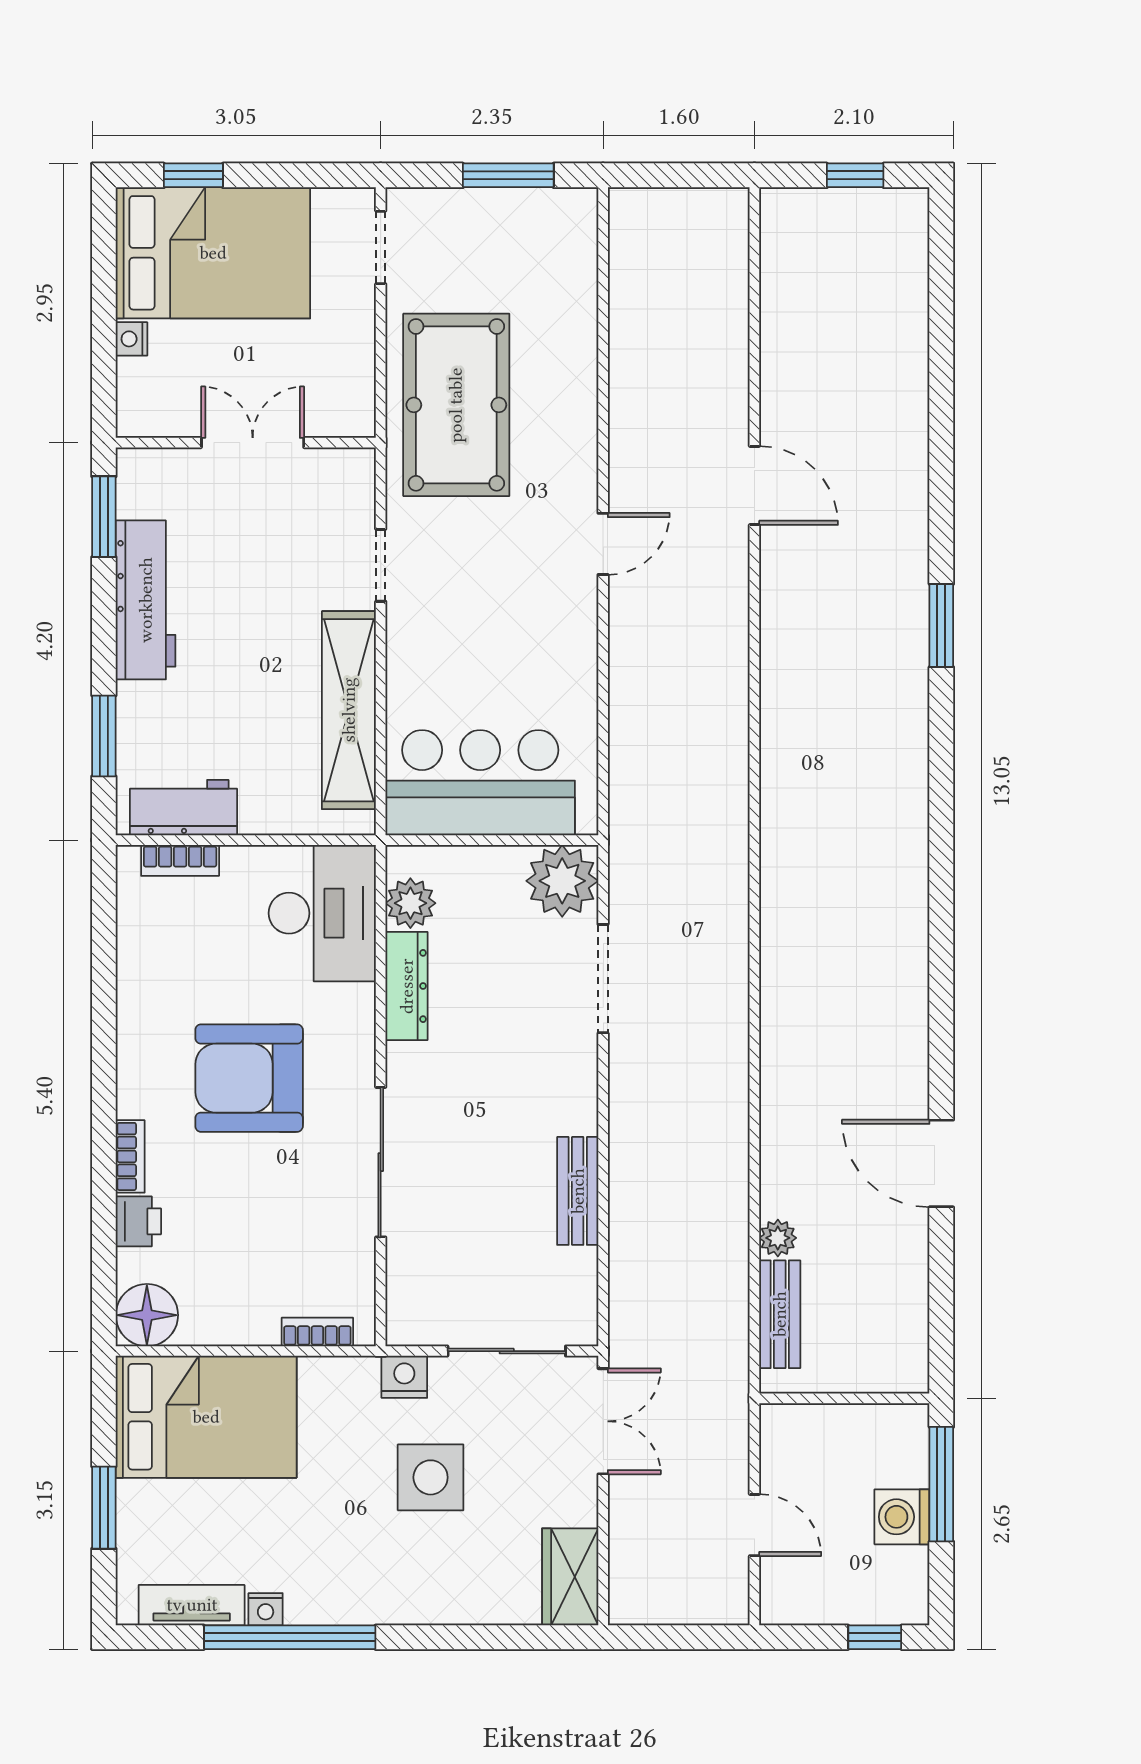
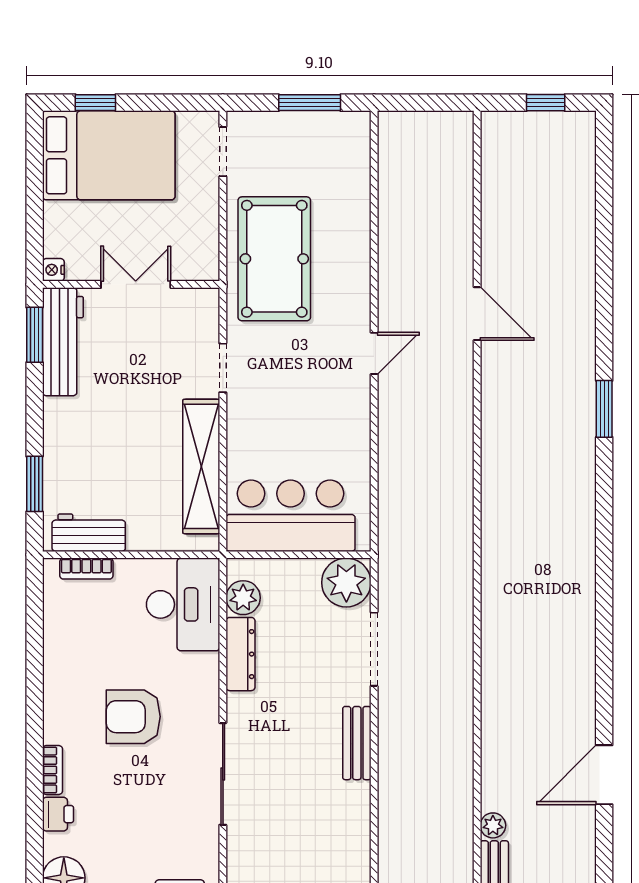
nightstand: (132, 339) -> (53, 270), moved
workbench: (146, 600) -> (63, 342), moved
armchair: (249, 1078) -> (133, 717), width x0.73, depth x0.73
door: (941, 1163) -> (604, 775), hinge flipped
bench: (578, 1191) -> (357, 743), moved

